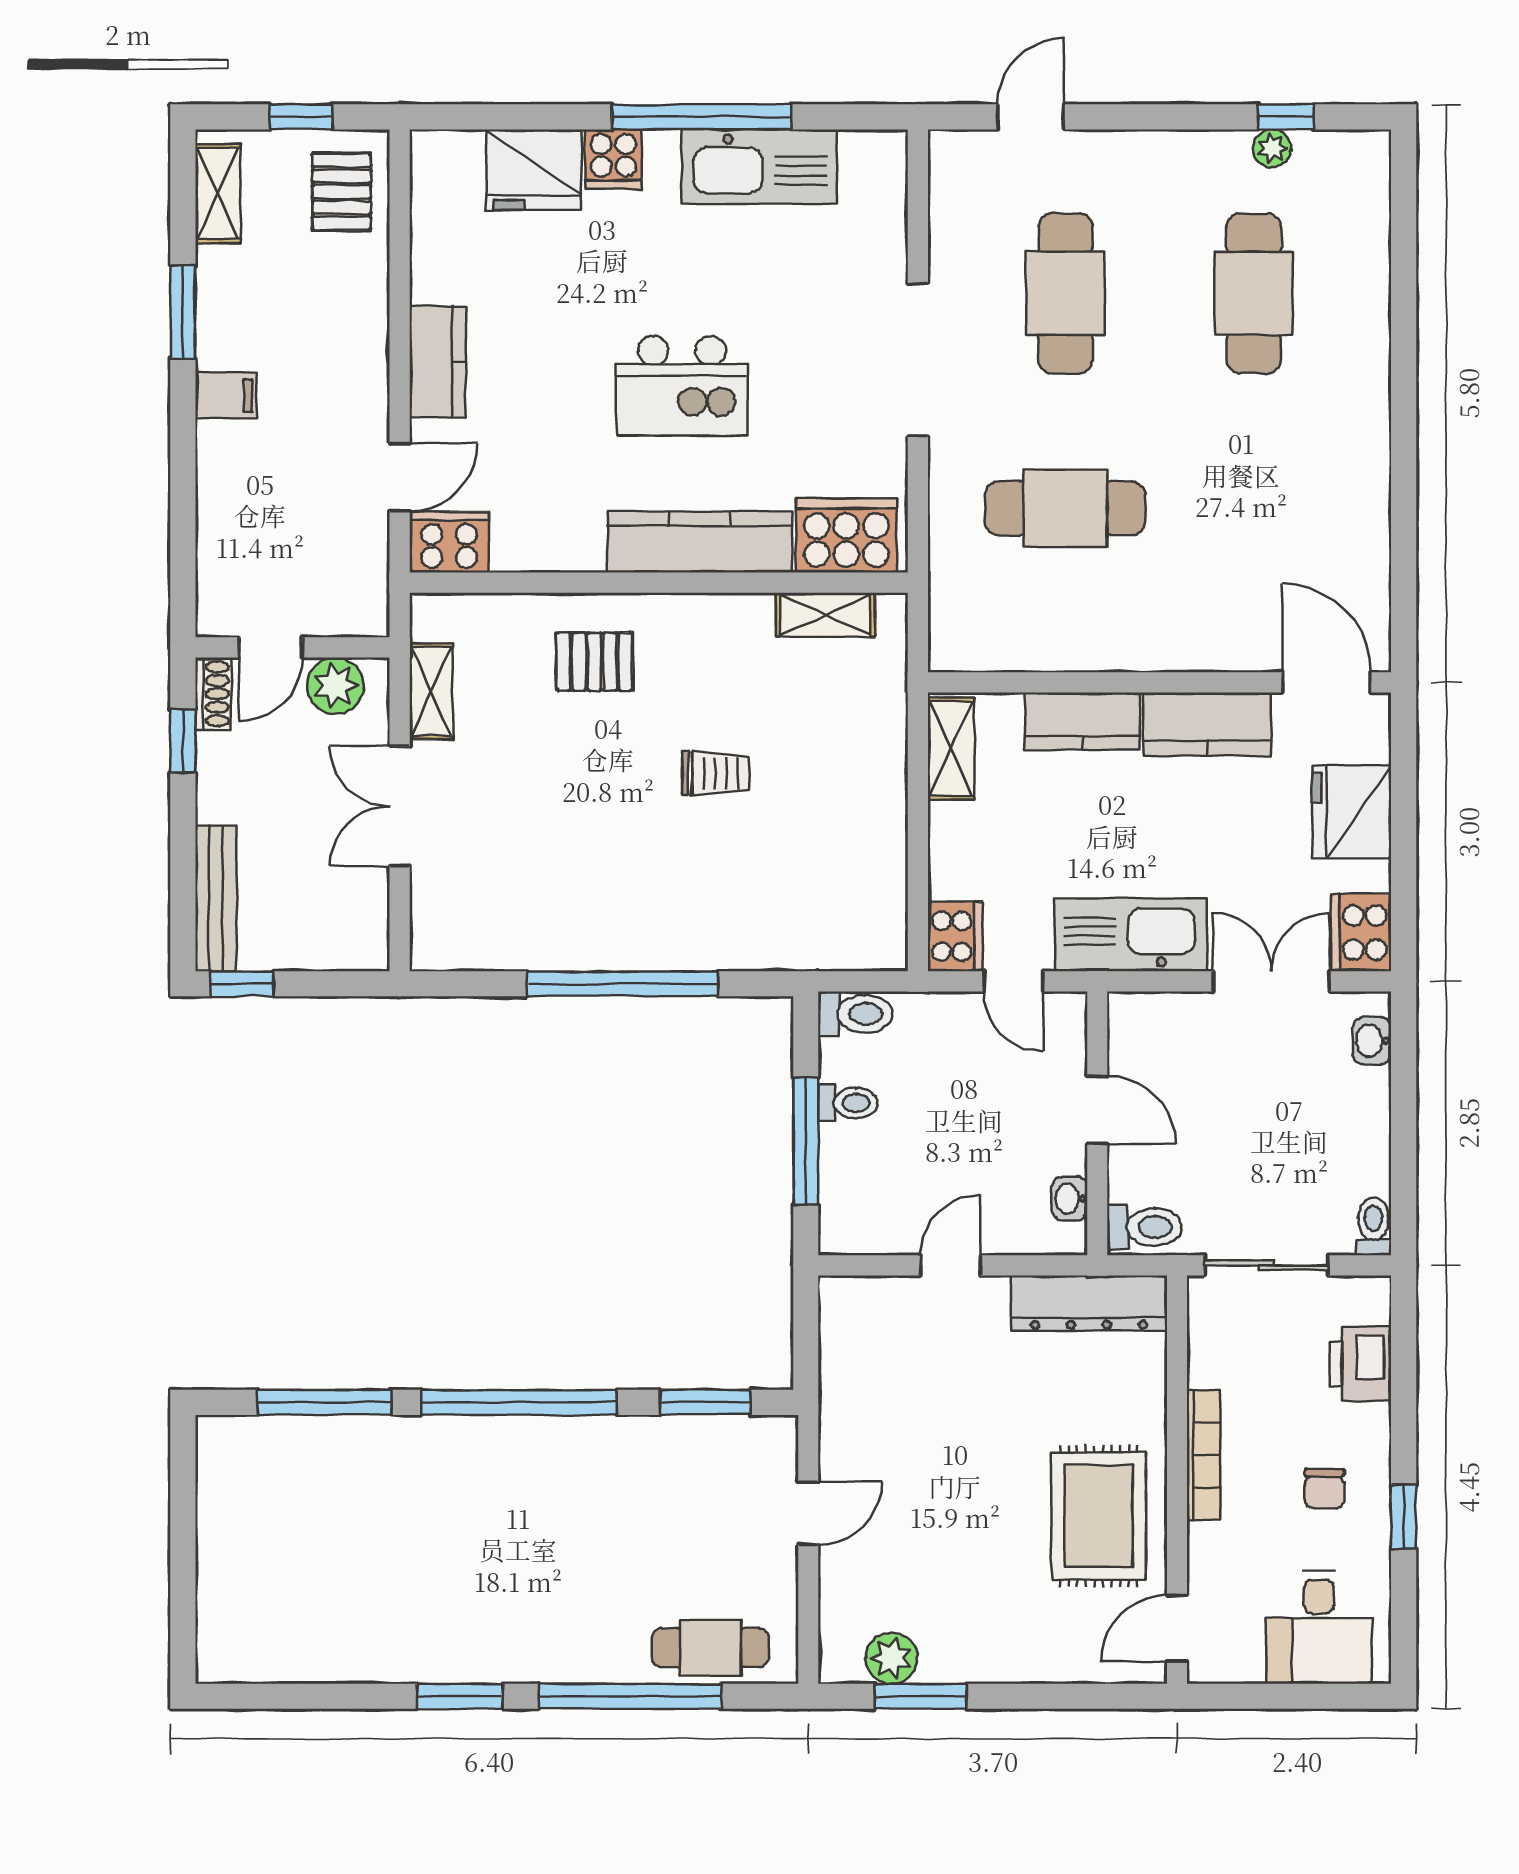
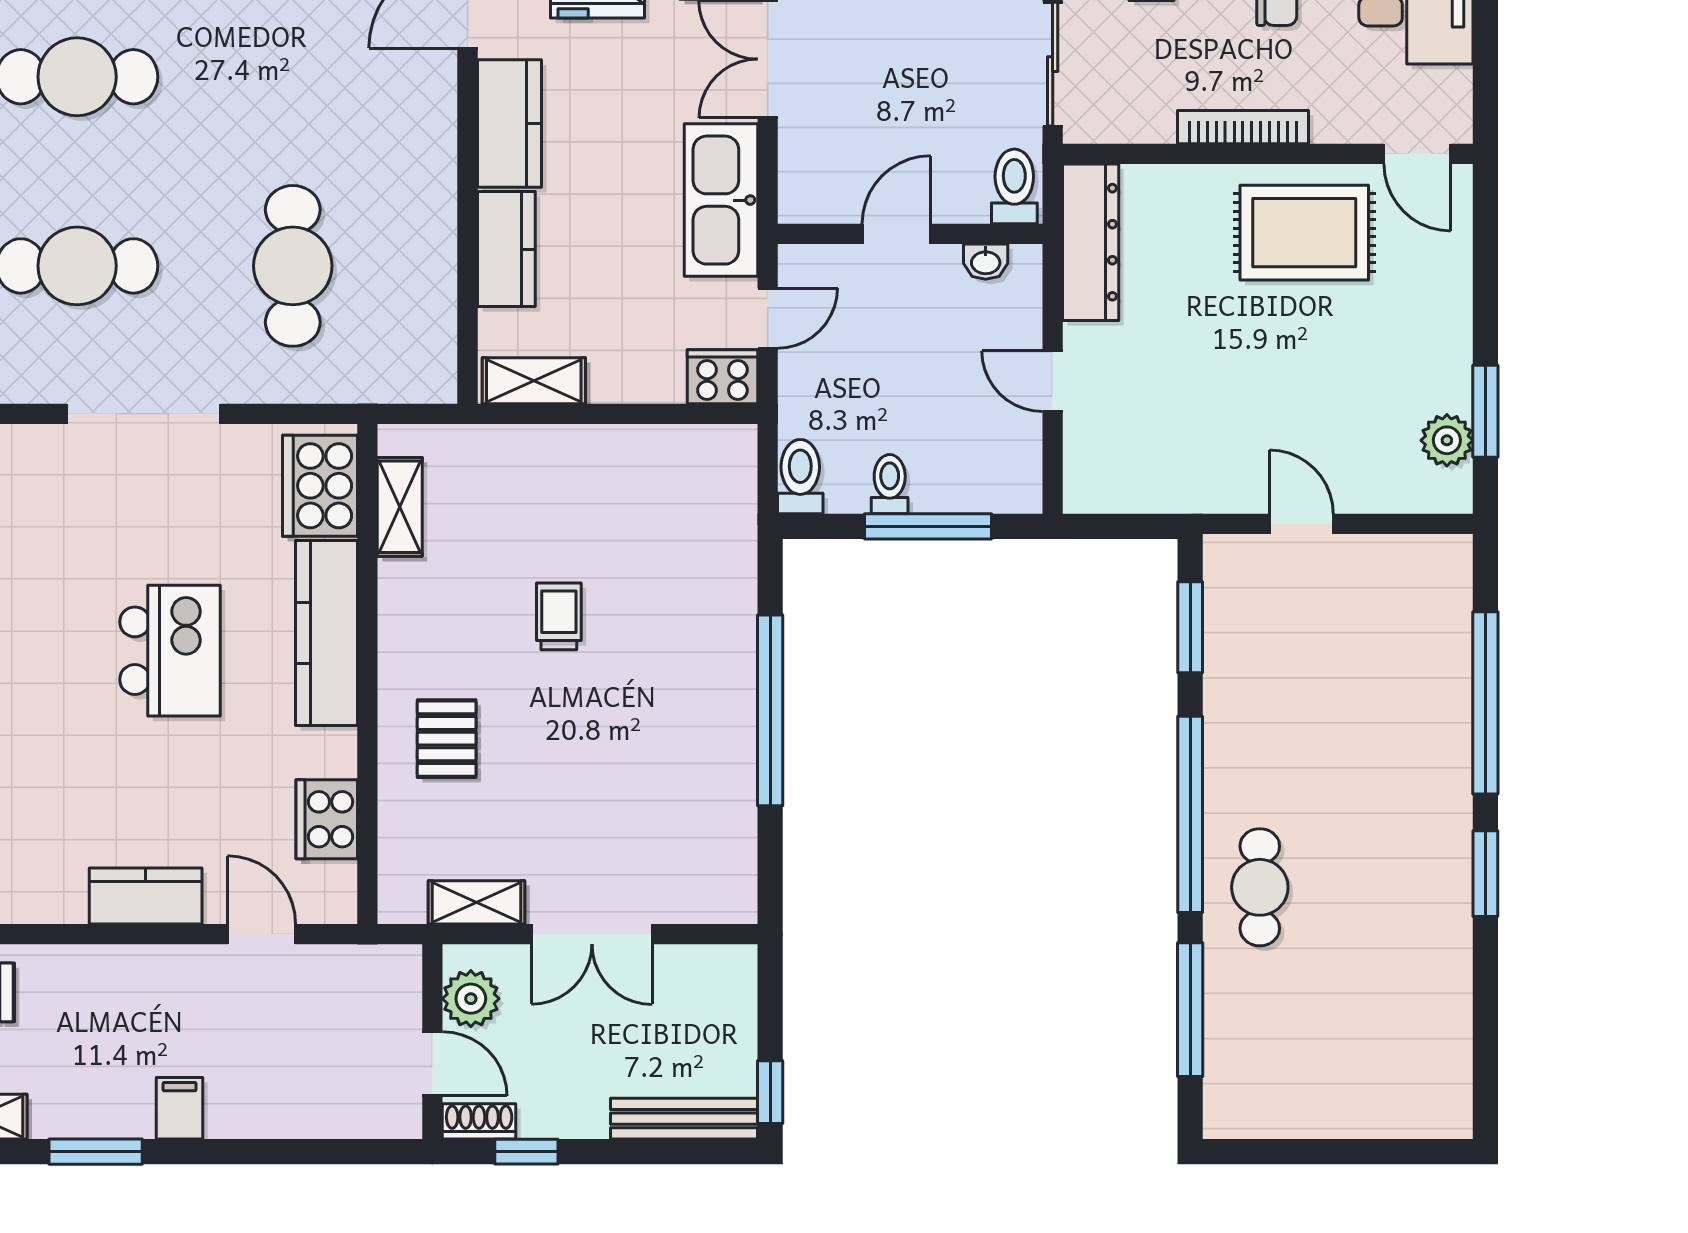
cooker: (449, 542) -> (327, 819), moved
cafe table: (710, 1648) -> (1260, 887), moved

